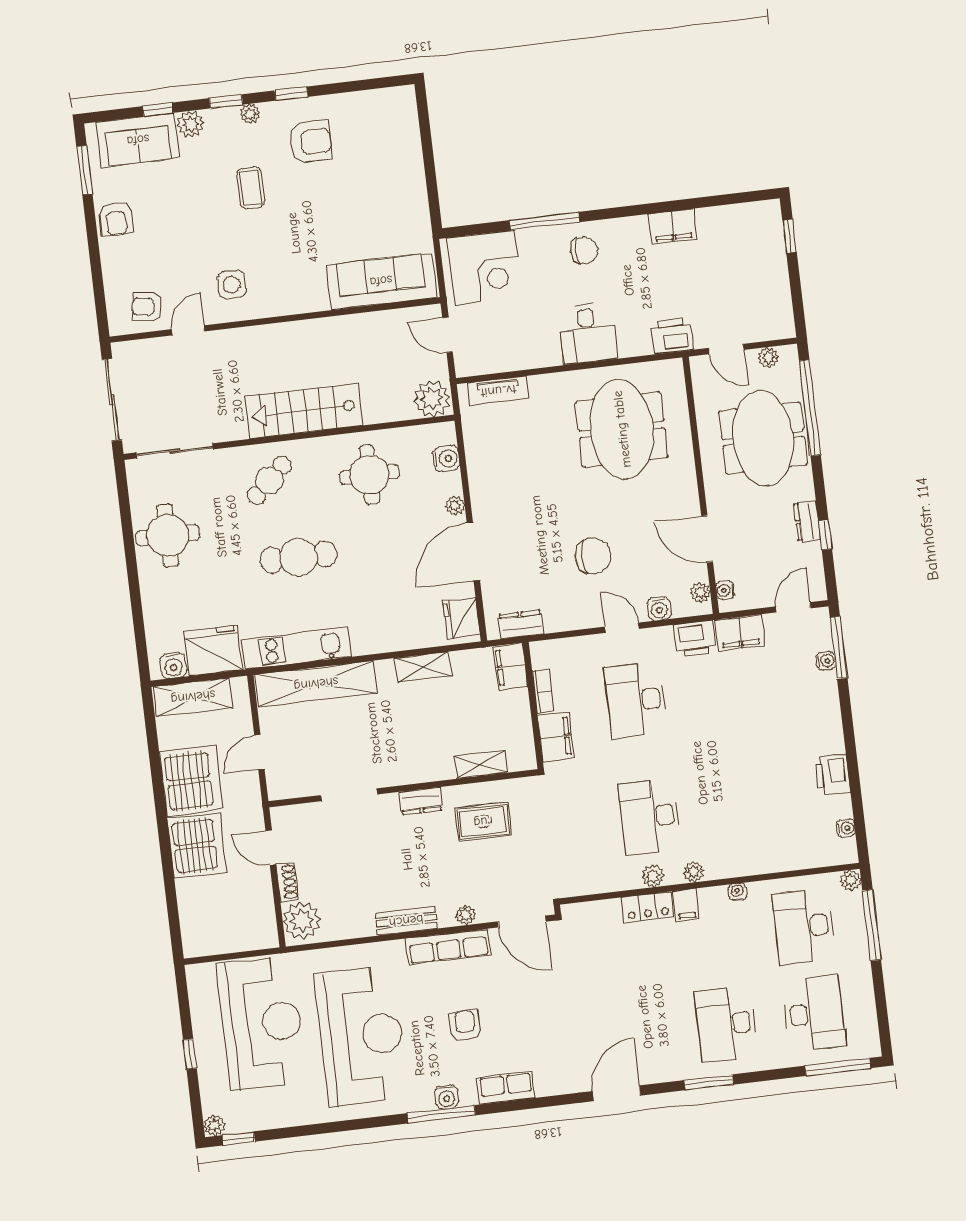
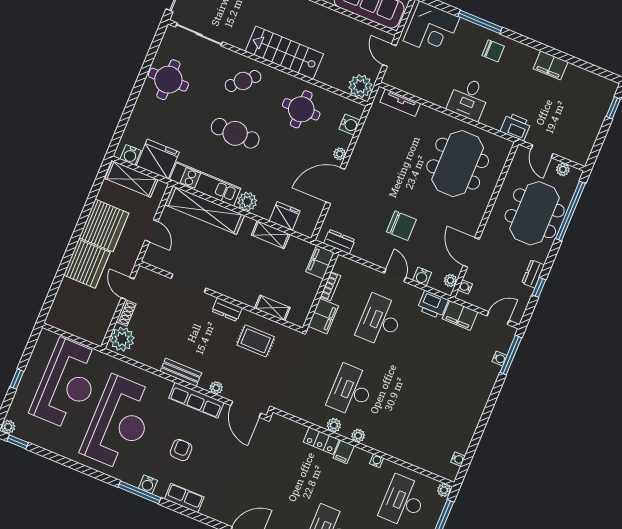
fridge: (462, 618) -> (285, 216), moved, turned 90
plant: (366, 640) -> (247, 202), added
door: (259, 752) -> (151, 231), swing flipped
printer: (832, 775) -> (467, 425), removed

